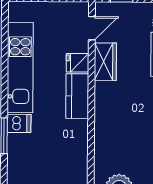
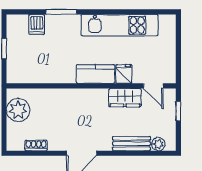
dishwasher: (19, 123) -> (37, 24), moved

